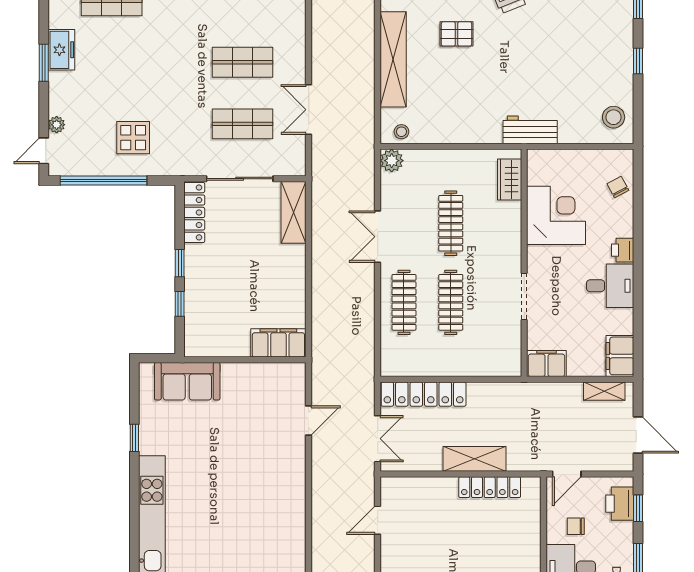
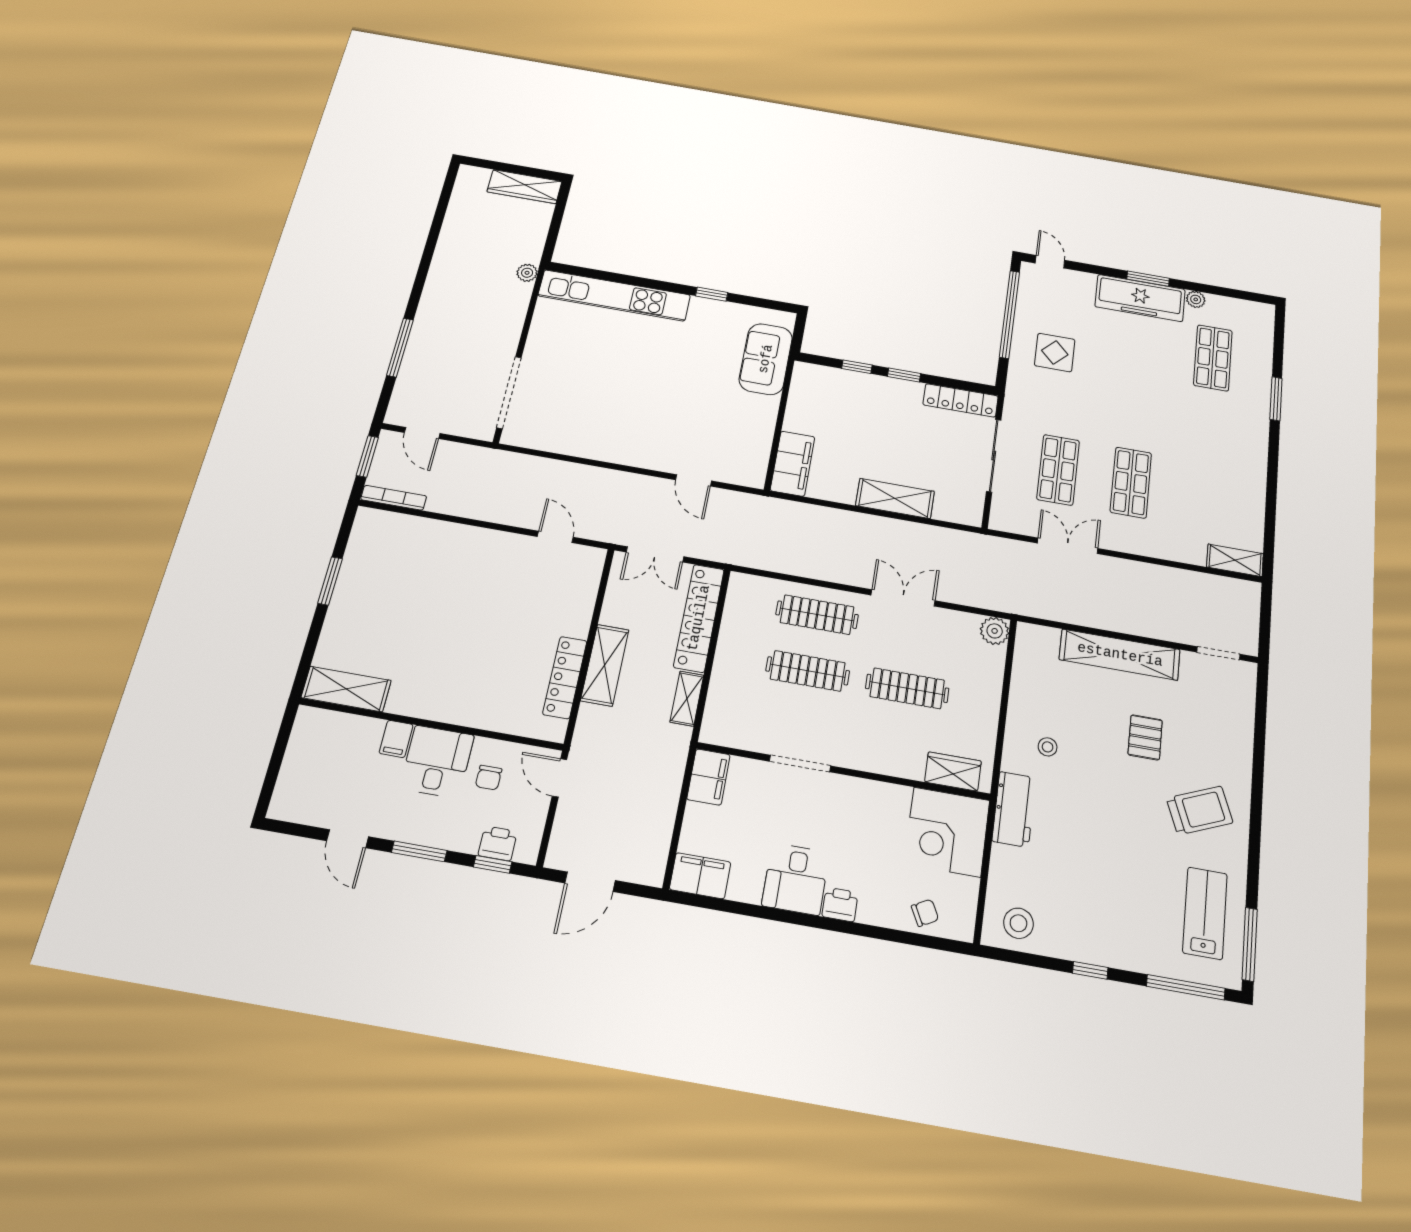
freezer: (61, 50) -> (1140, 298), width x1.91, depth x1.26
plant: (57, 125) -> (1196, 299), moved
stool: (401, 132) -> (1048, 747), moved
shelving: (294, 212) -> (895, 498), moved
corner desk: (556, 215) -> (947, 832), moved, turned 90
shelving: (604, 391) -> (687, 699), moved
printer: (620, 504) -> (498, 843), width x0.73, depth x0.81
chair: (576, 526) -> (489, 778), turned 180

